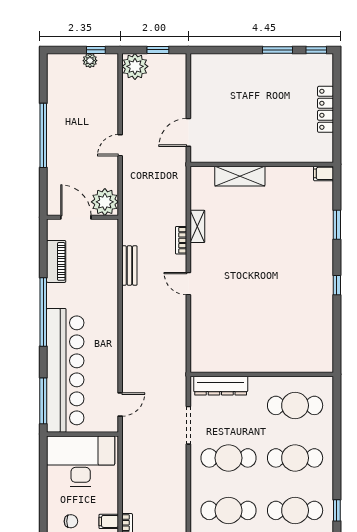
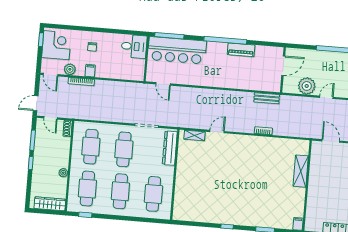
door: (120, 145) -> (326, 97), hinge flipped
plant: (105, 202) -> (307, 86), moved
shelving: (197, 226) -> (195, 135), moved
piano: (56, 261) -> (241, 50), moved
bench: (129, 265) -> (267, 98), moved
door: (188, 284) -> (217, 132), moved
bar counter: (65, 370) -> (177, 50), width x0.73
desk: (81, 461) -> (134, 46), width x0.53, depth x0.77

